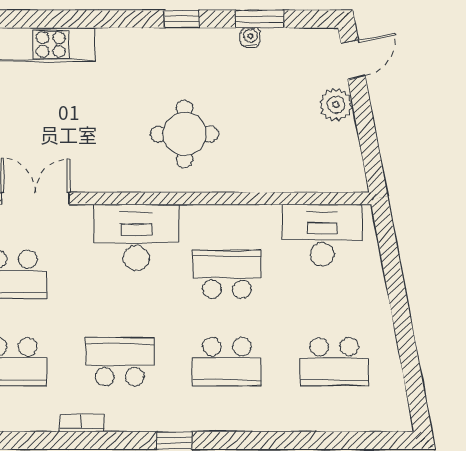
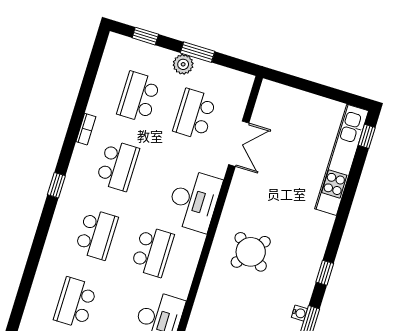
round table: (185, 134) -> (251, 252), turned 37
school desk: (227, 362) -> (96, 234), turned 180

